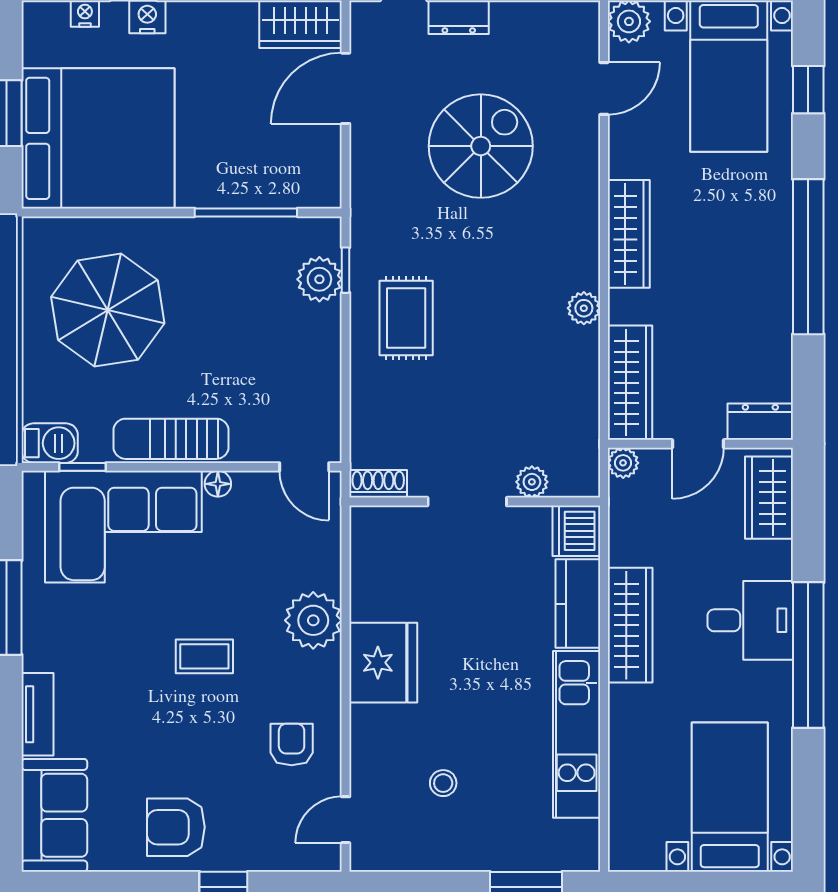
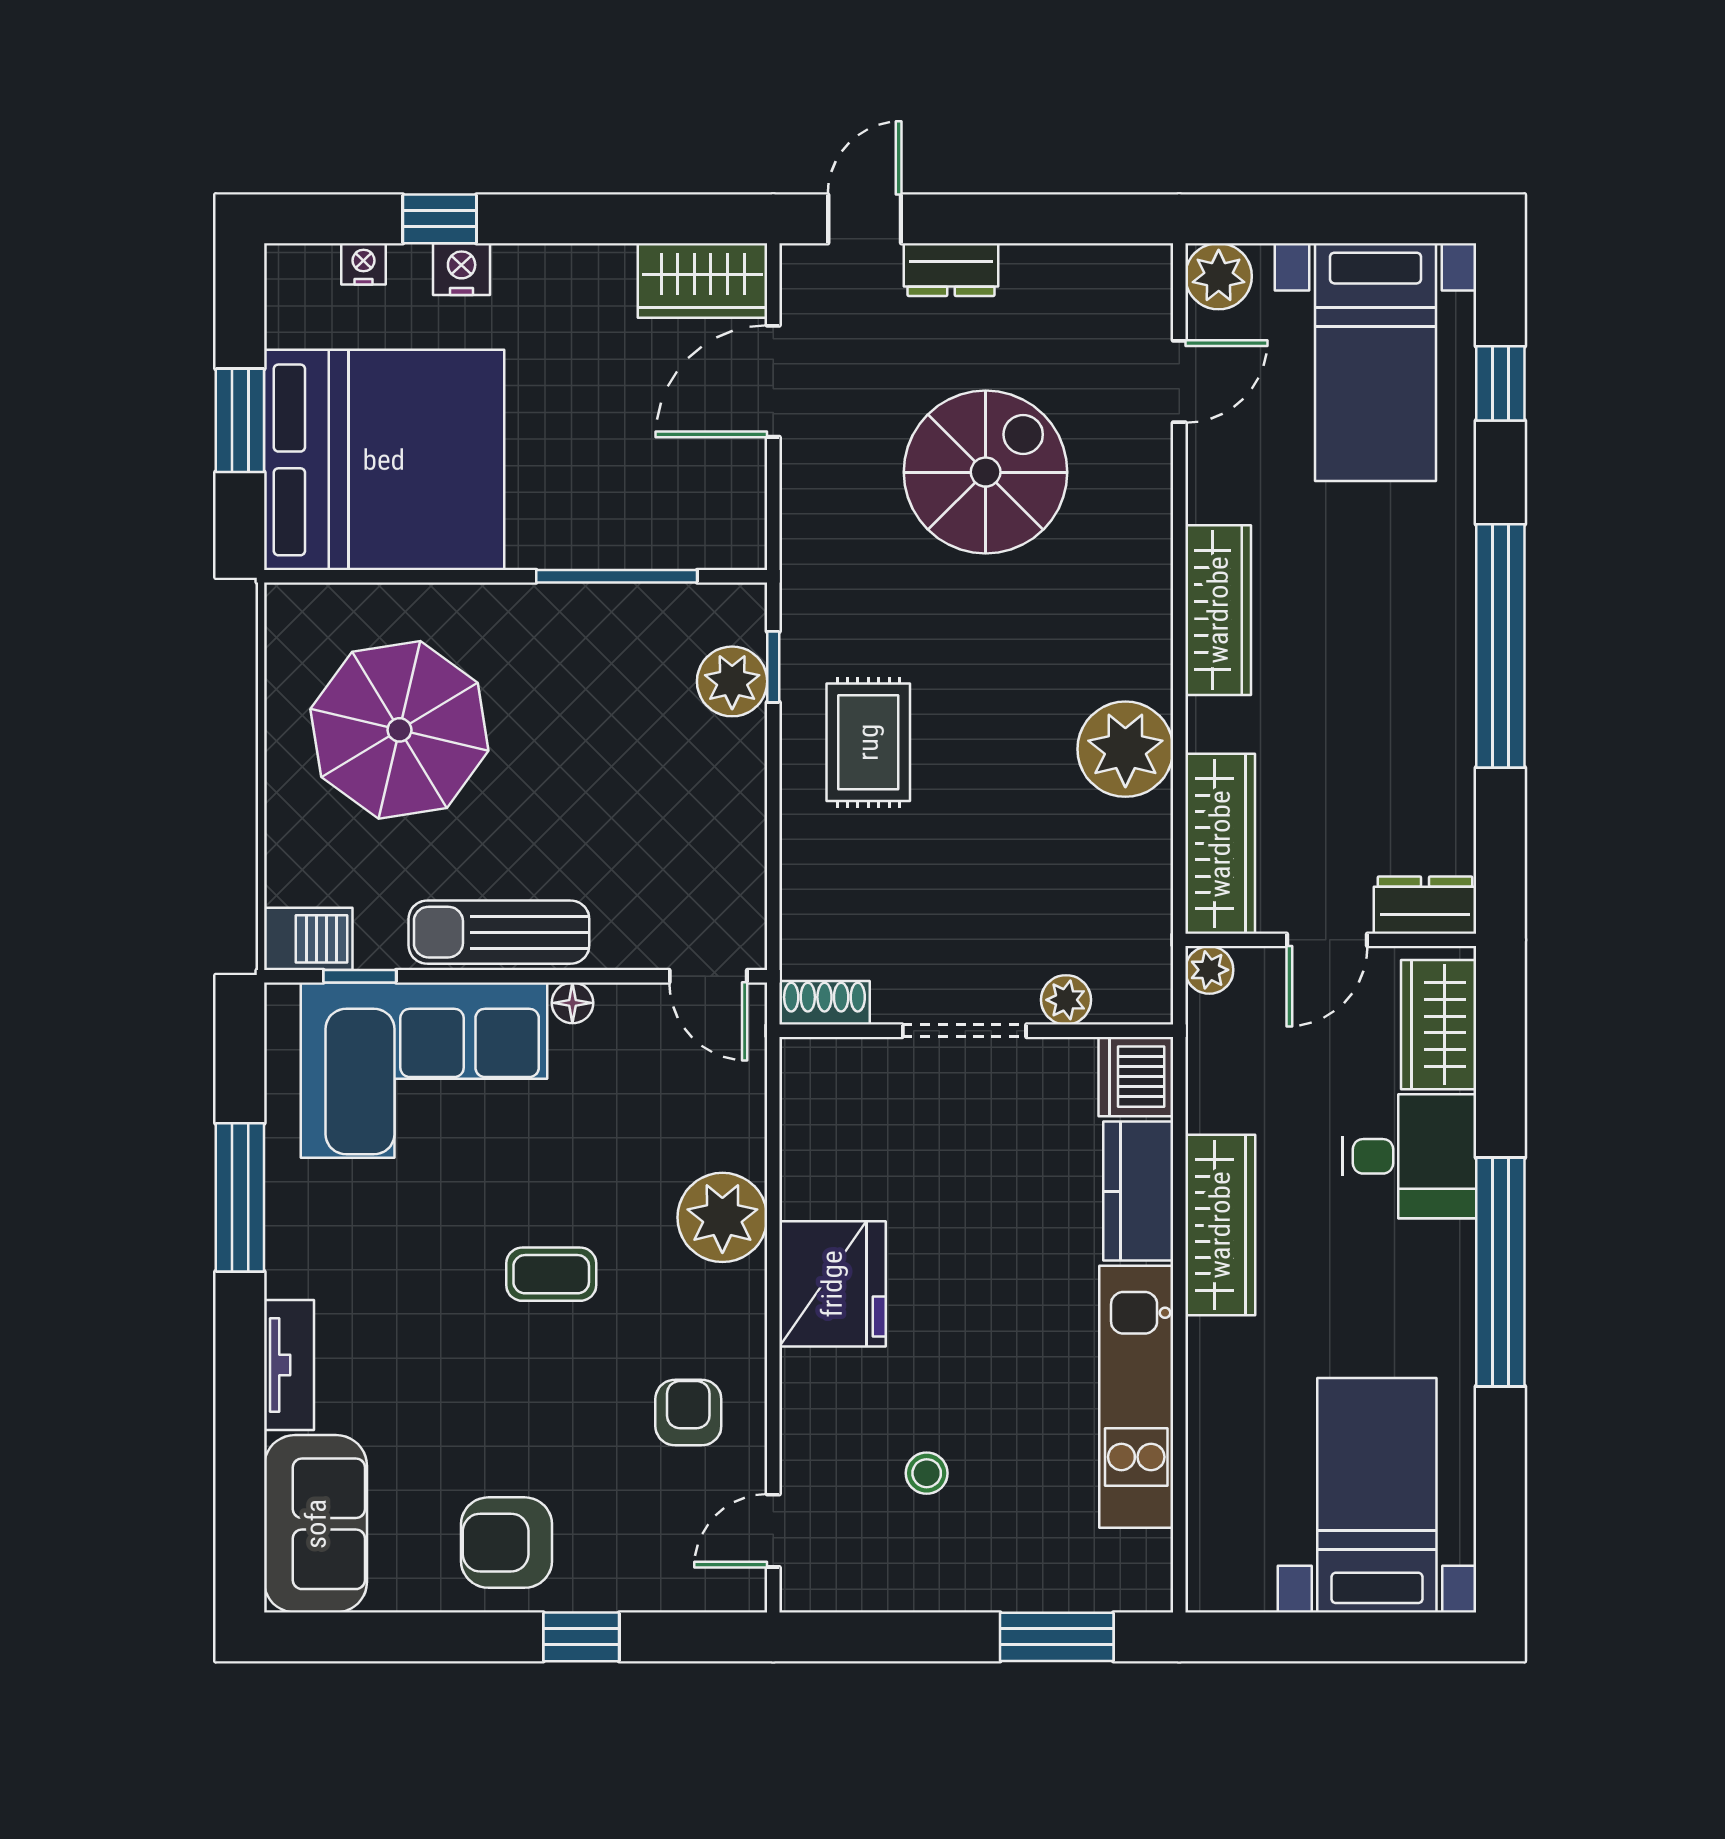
plant: (584, 308) -> (1125, 749), width x1.88, depth x1.88
desk: (750, 620) -> (1409, 1156), moved

